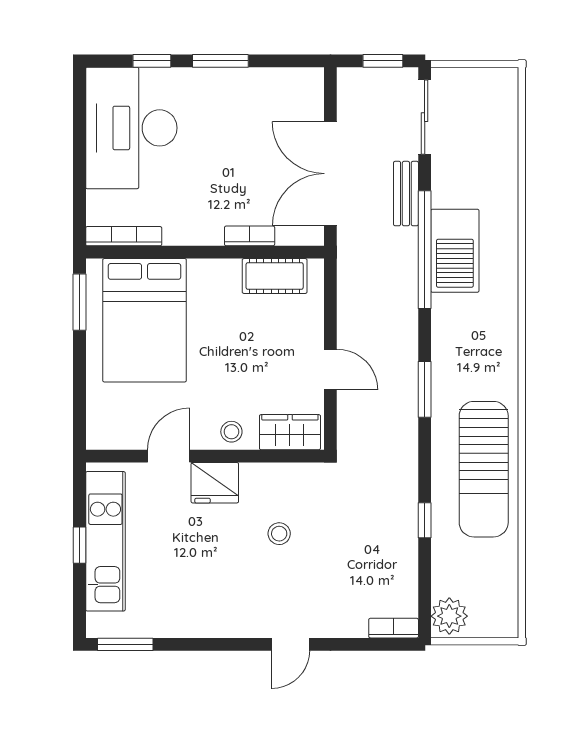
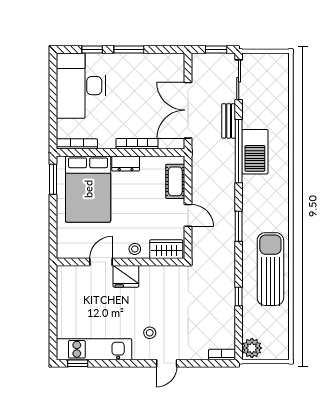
bookcase: (250, 236) -> (137, 144), width x1.56
dresser: (214, 273) -> (126, 164), added
cot: (275, 276) -> (175, 181), moved, turned 90
sun lounger: (484, 469) -> (270, 269), turned 180
stool: (279, 534) -> (150, 333), moved
kitchen unit: (105, 541) -> (94, 349), moved, turned -90
window: (79, 545) -> (53, 310), removed
window: (125, 644) -> (78, 363), width x0.67

